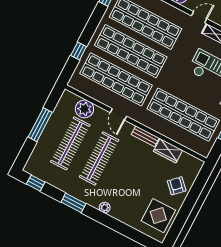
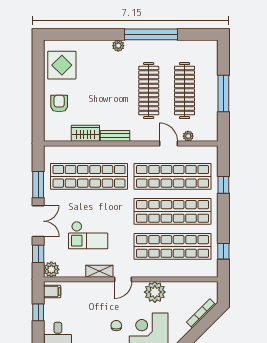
plant: (84, 109) -> (188, 136), width x0.53, depth x0.53
door: (118, 114) -> (168, 143), moved
window: (36, 183) -> (198, 34), removed
armchair: (177, 186) -> (59, 103), turned -136
window: (73, 203) -> (151, 34), width x2.11

